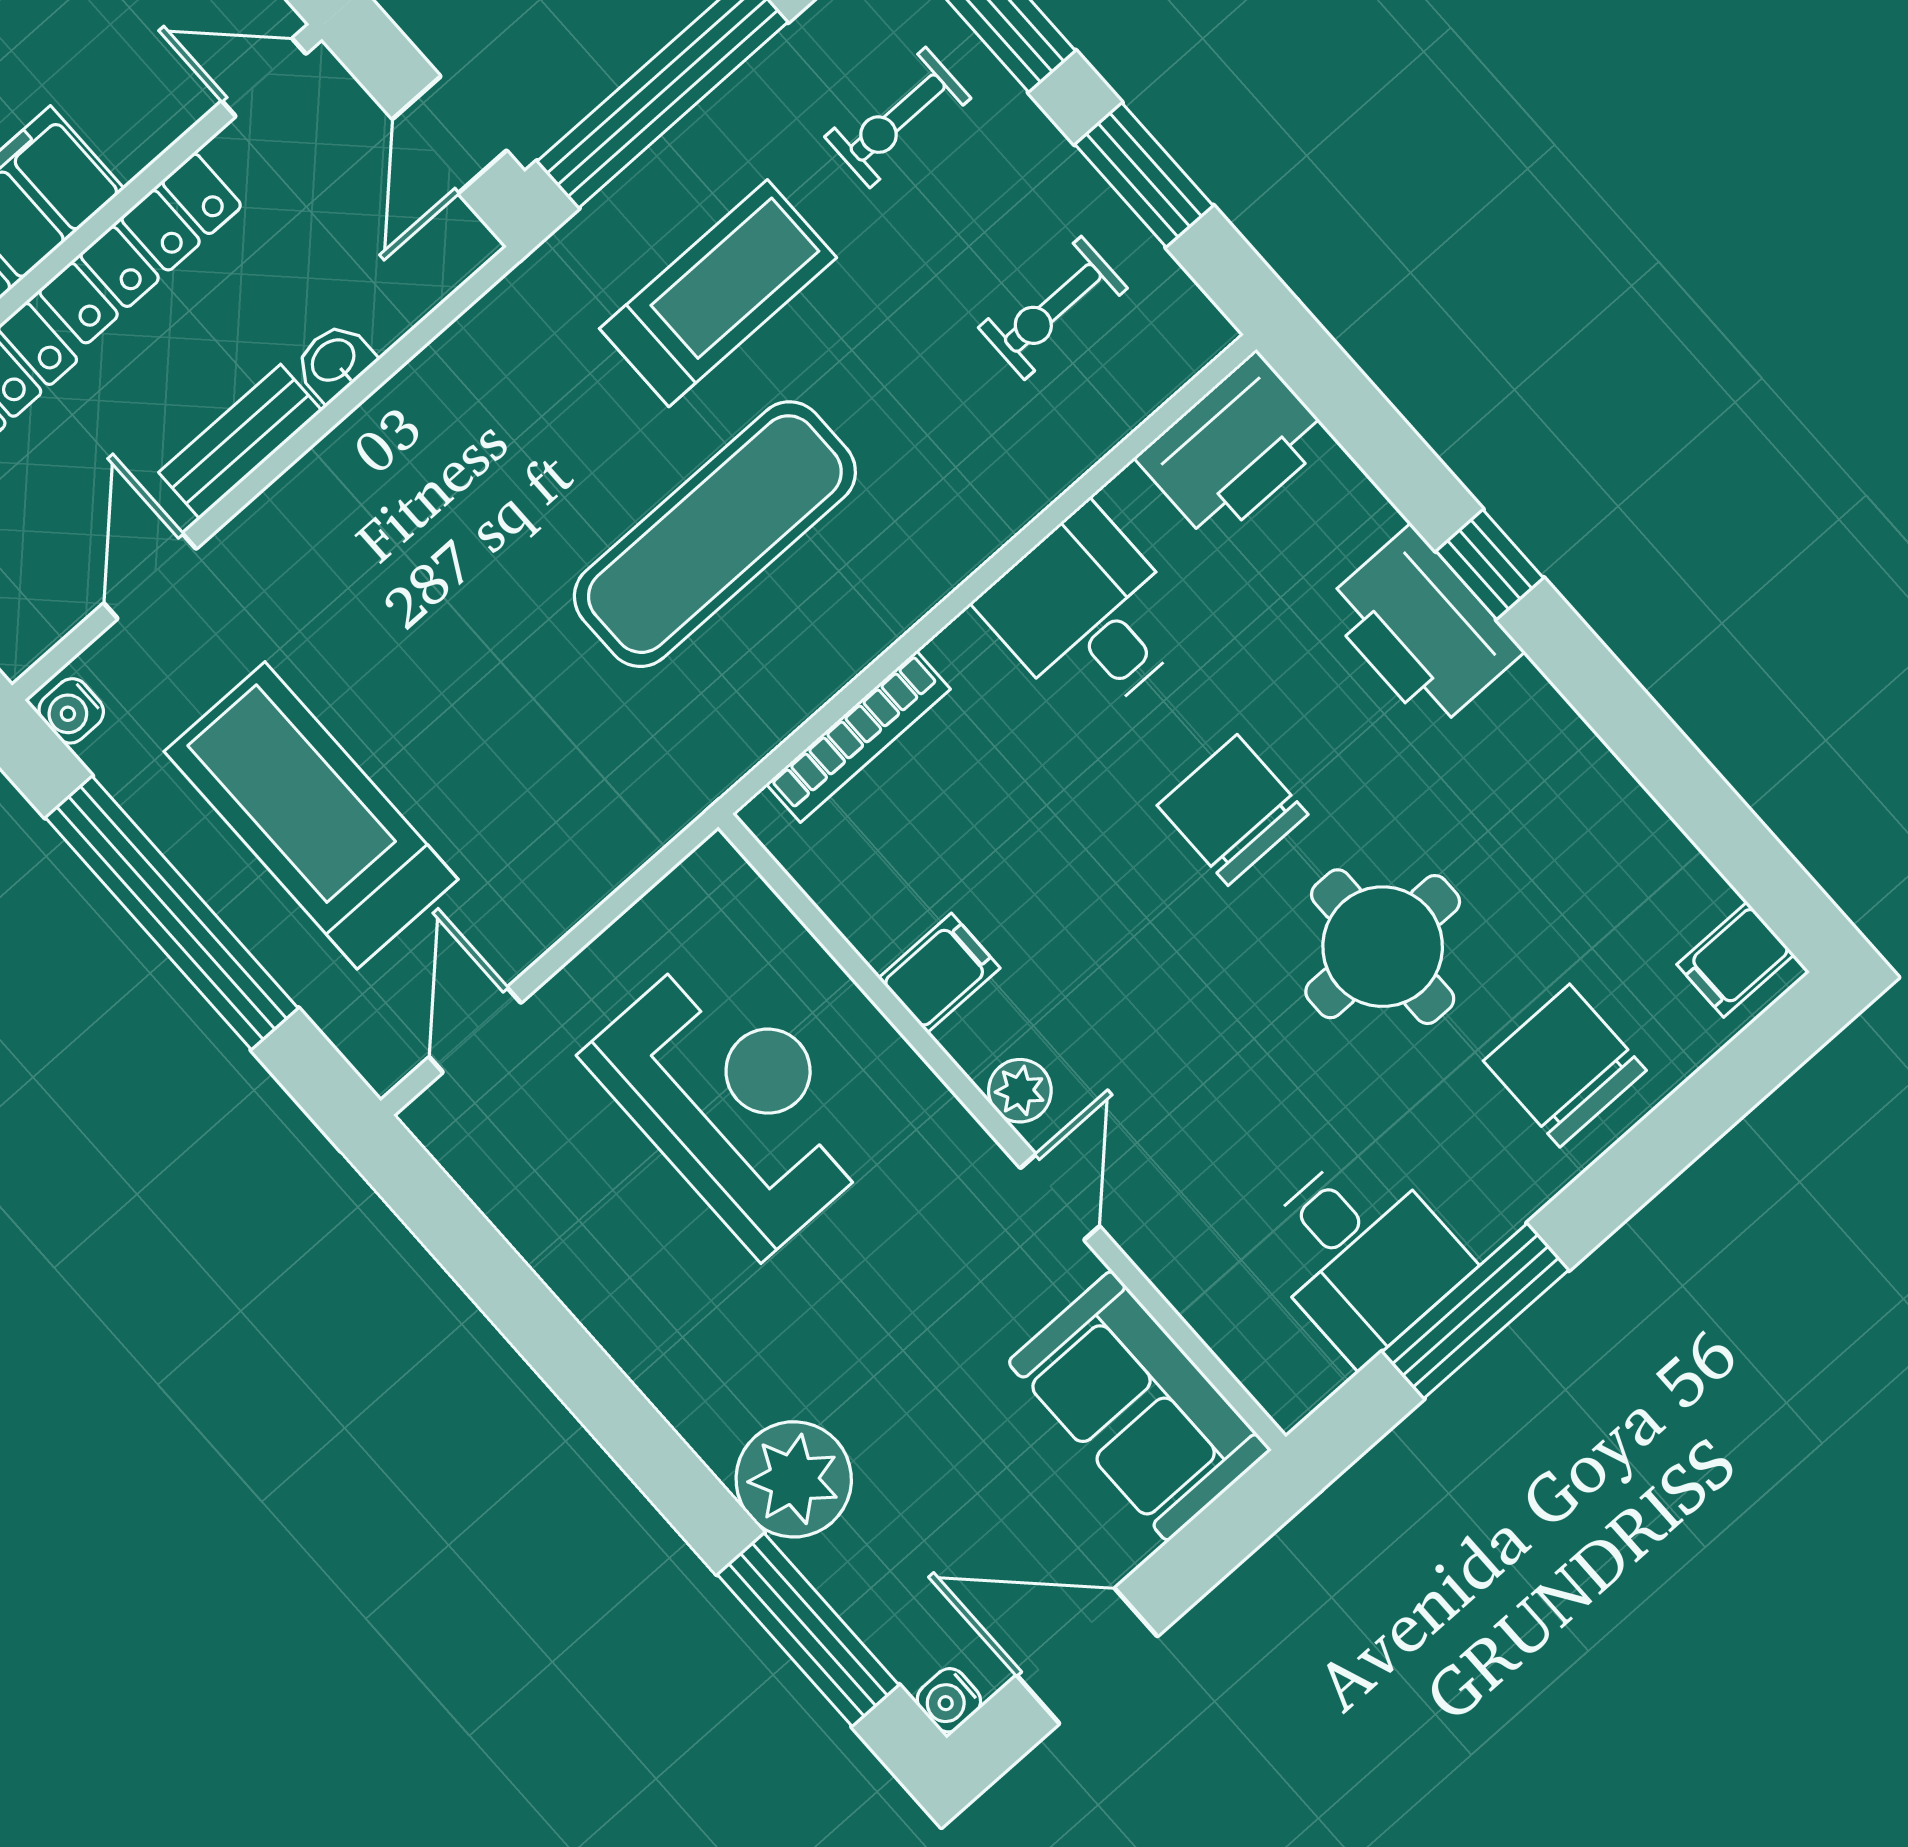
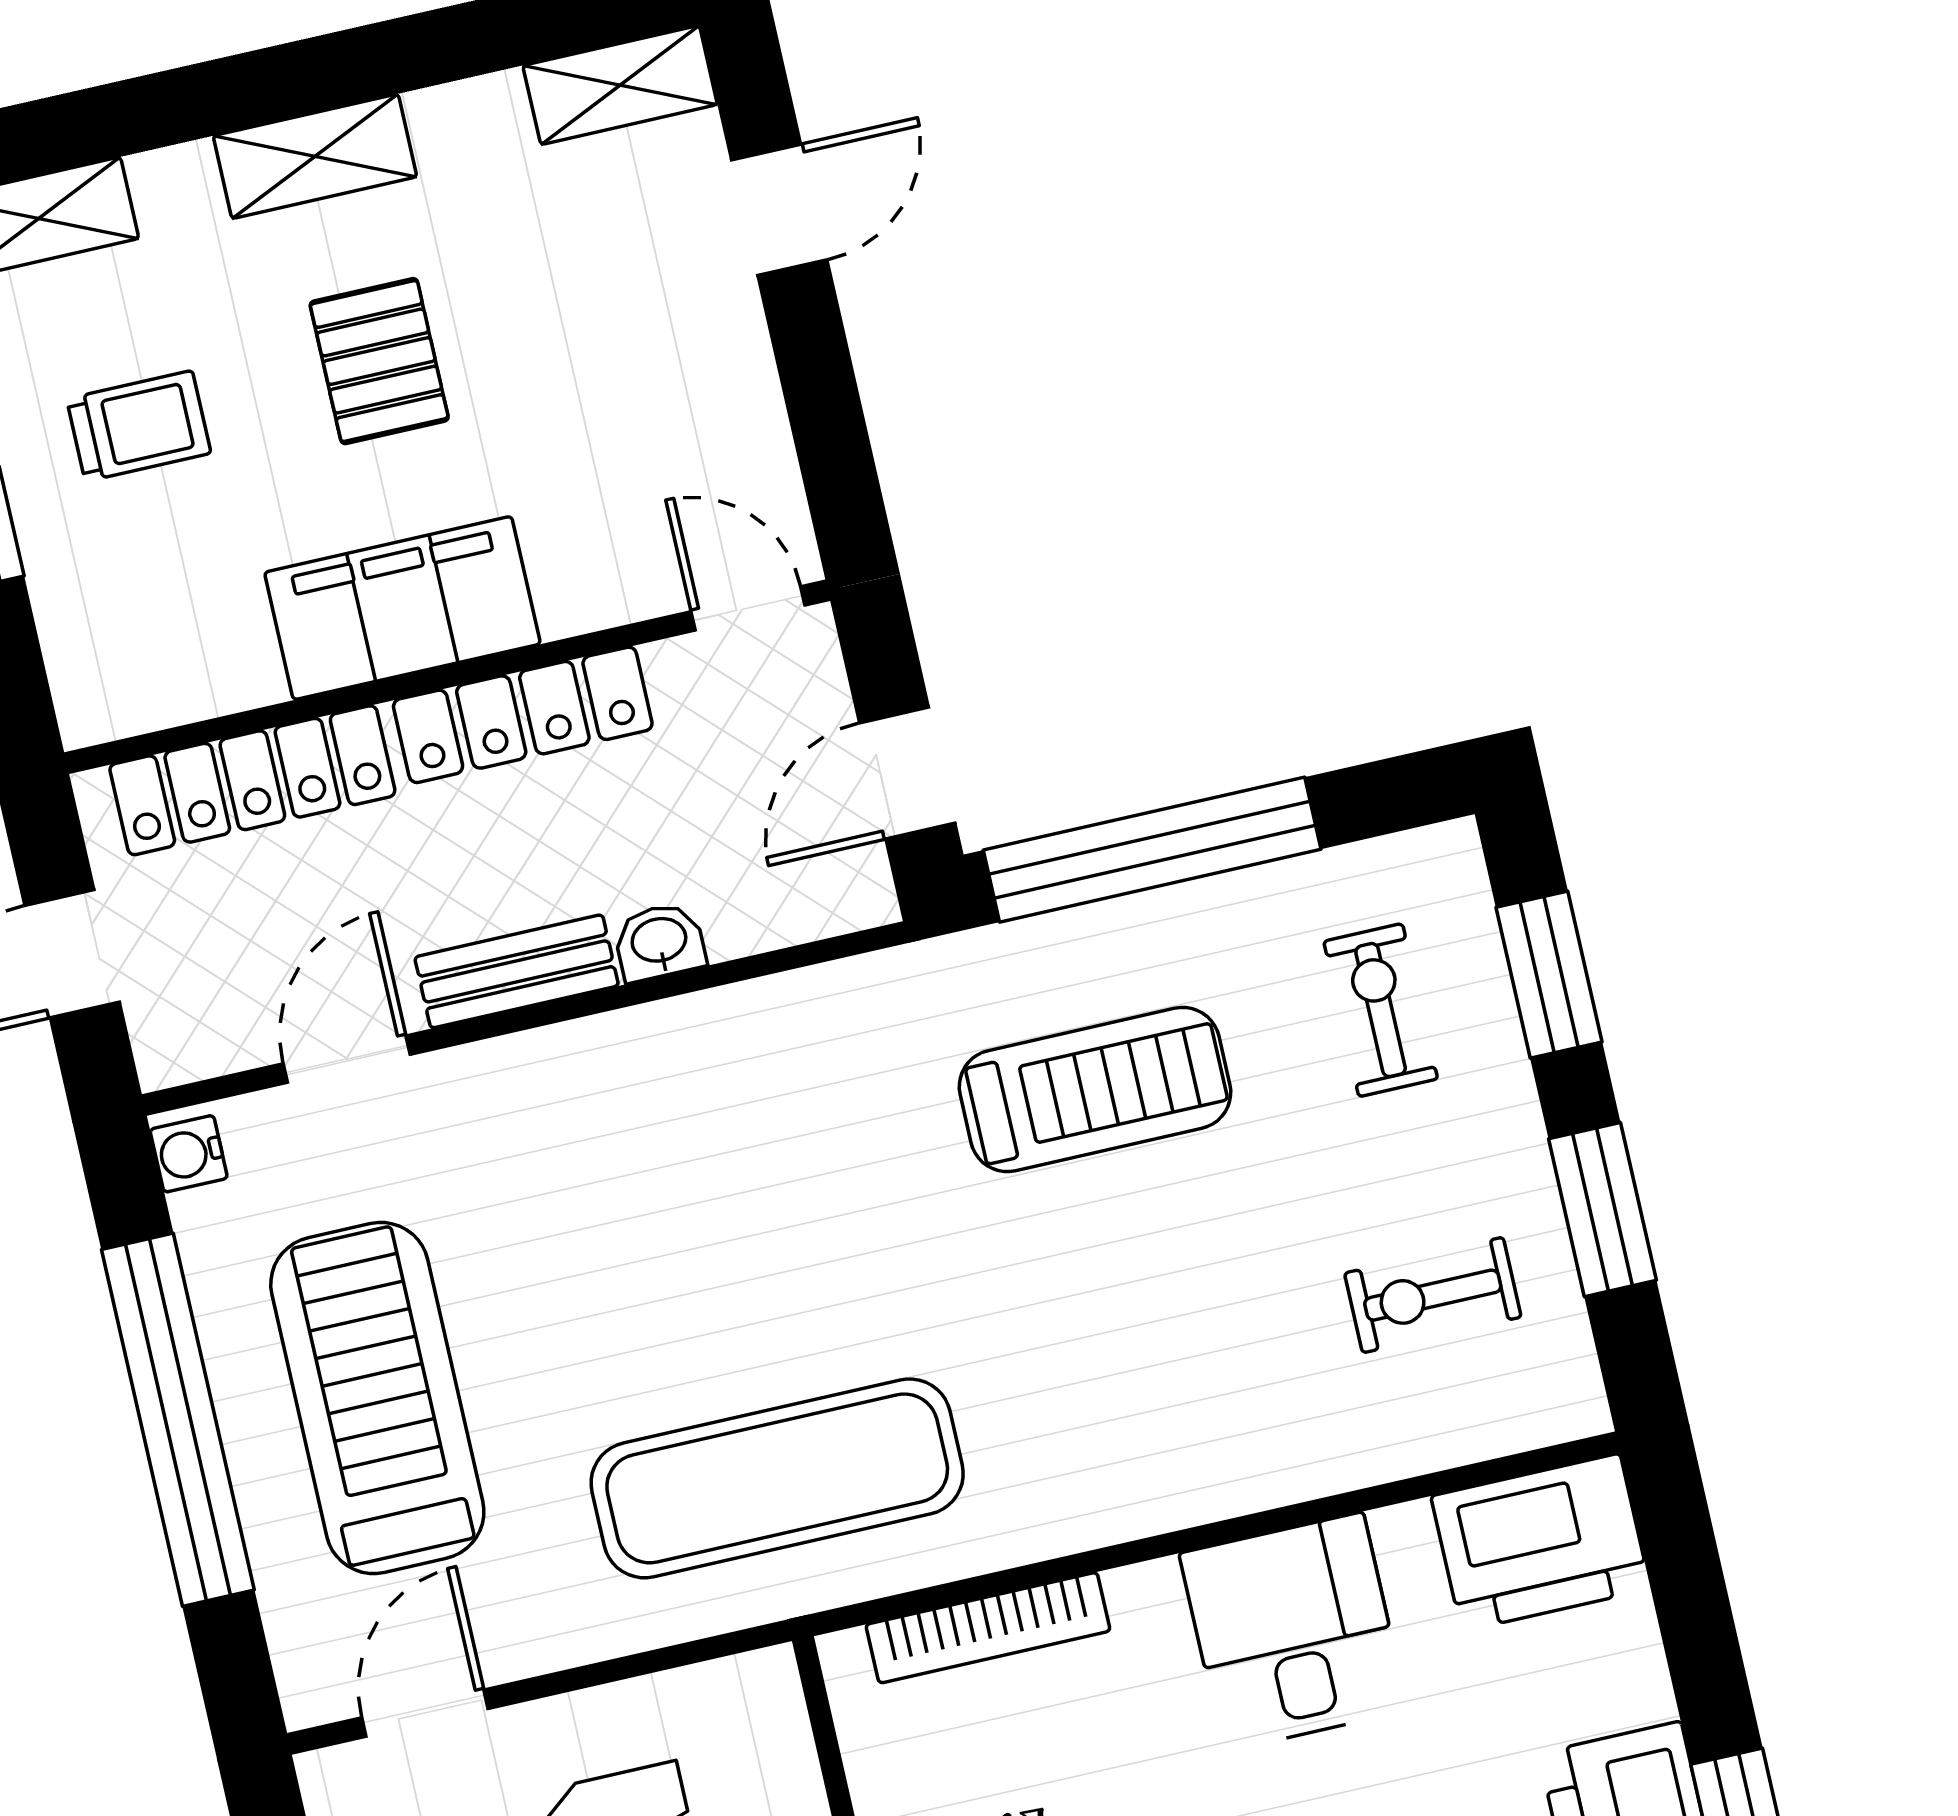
exercise bike: (898, 118) -> (1381, 1010), turned 90
exercise mat: (715, 534) -> (777, 1478), moved

